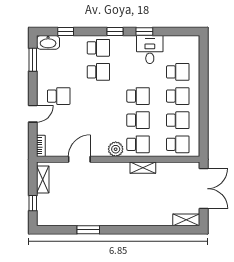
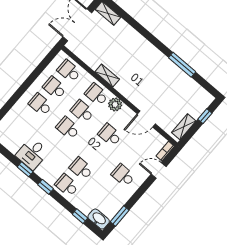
school desk: (178, 72) -> (110, 135), moved
door: (33, 114) -> (159, 170), moved
window: (88, 230) -> (182, 65), width x1.44

